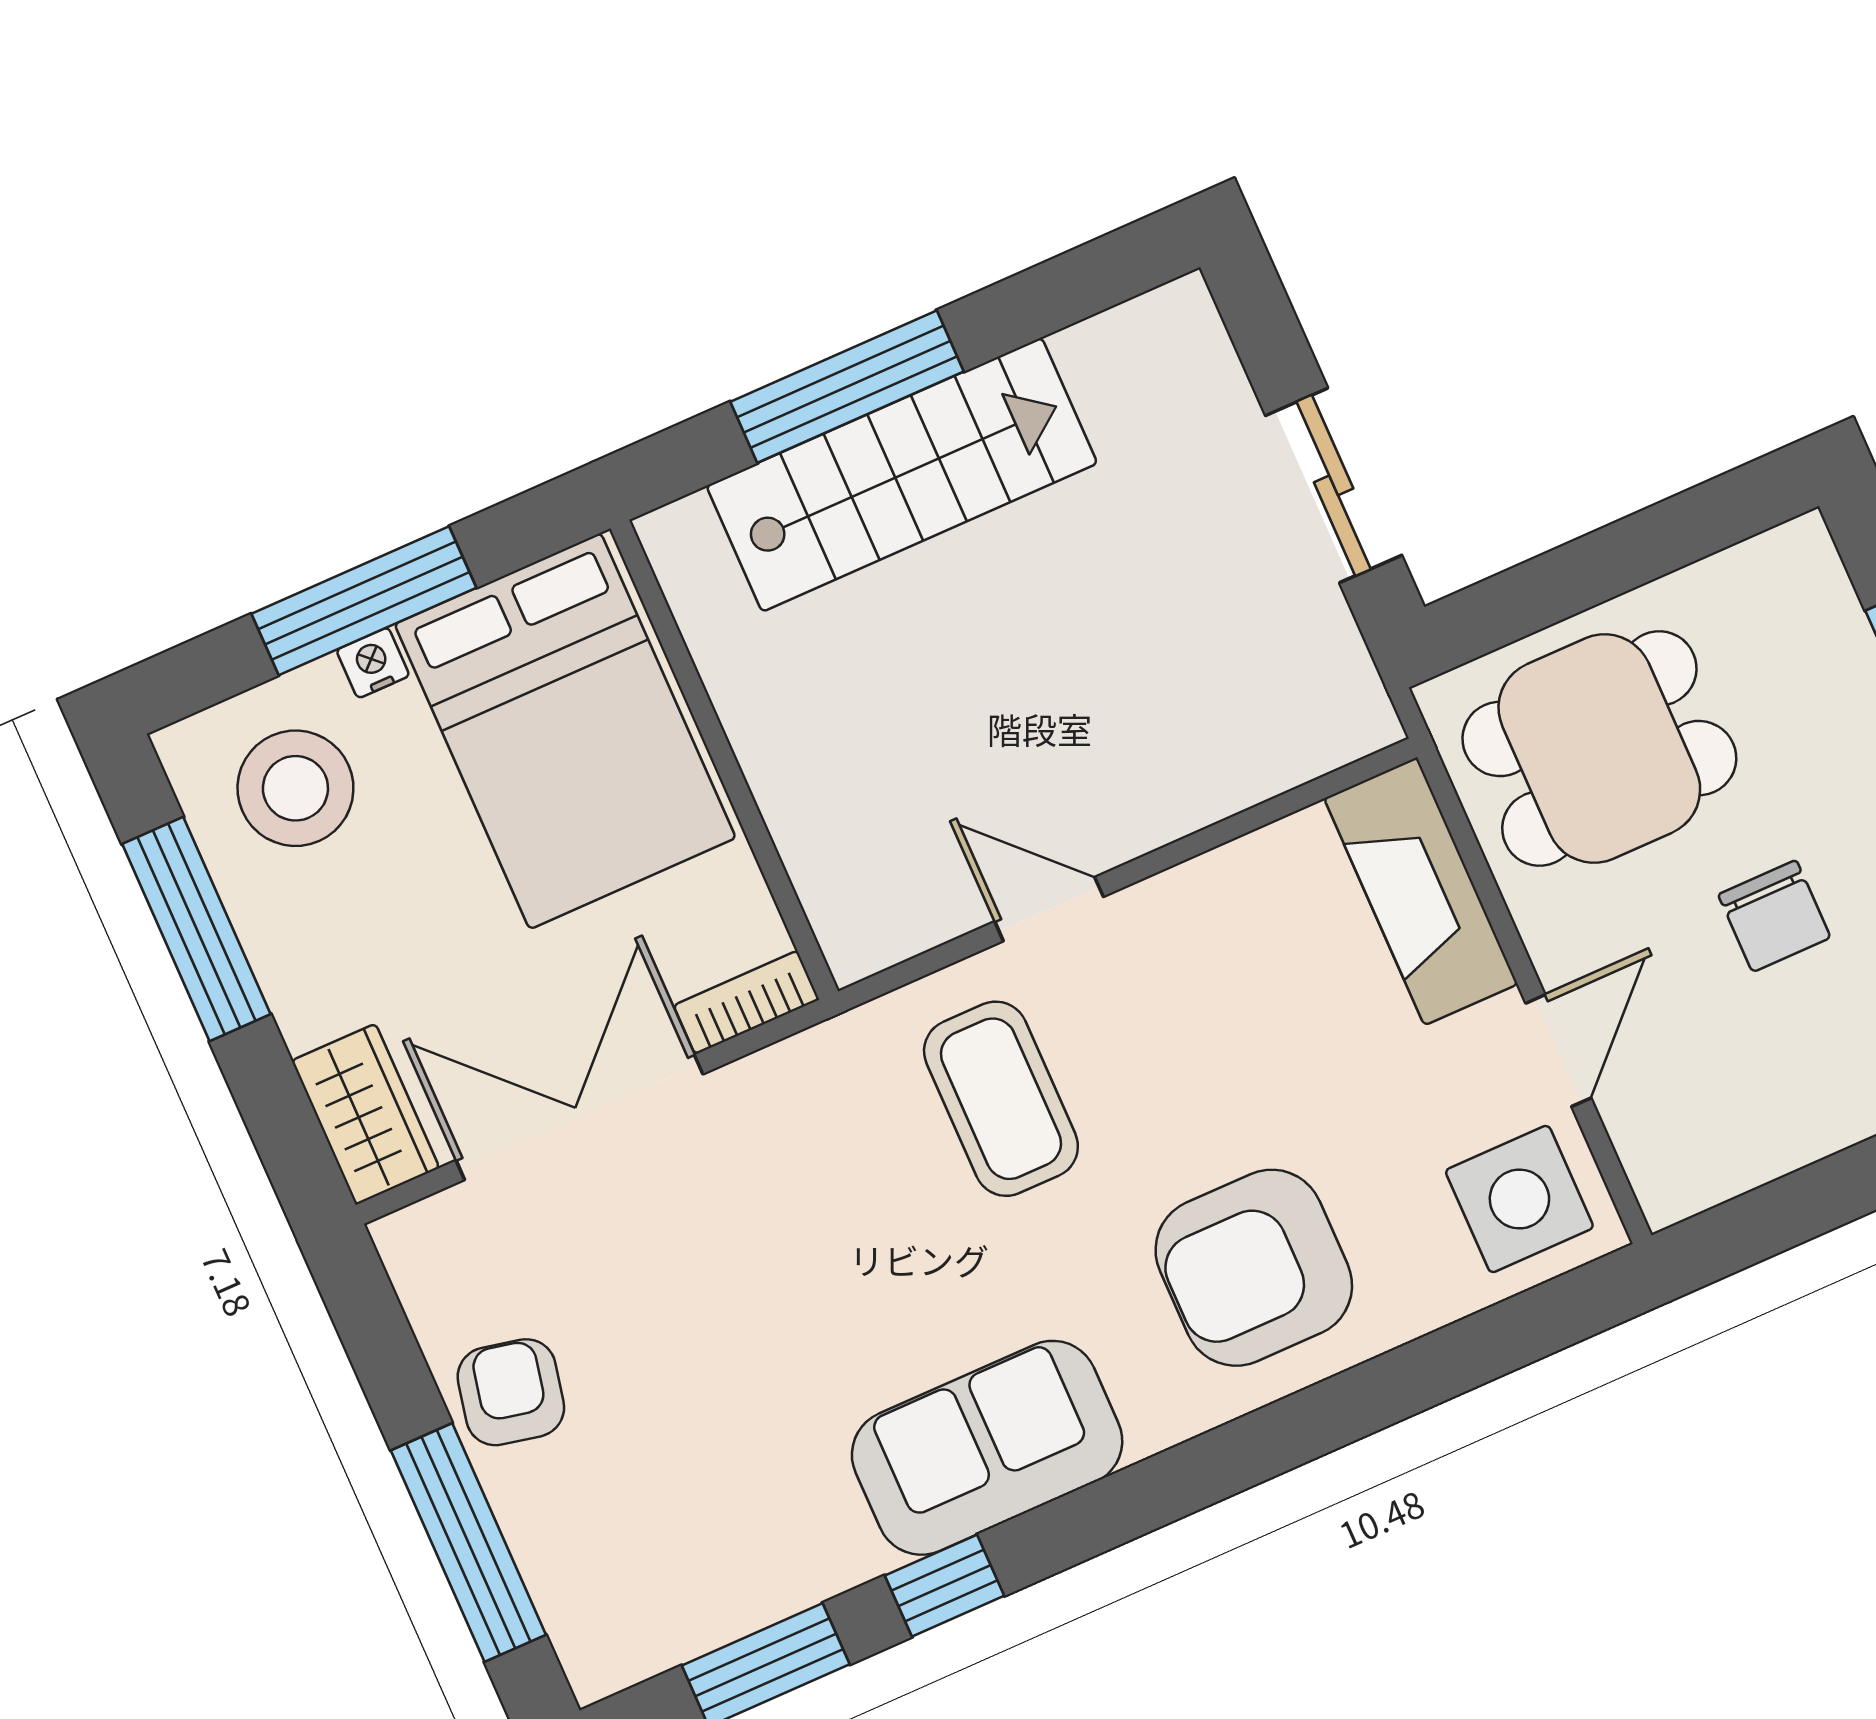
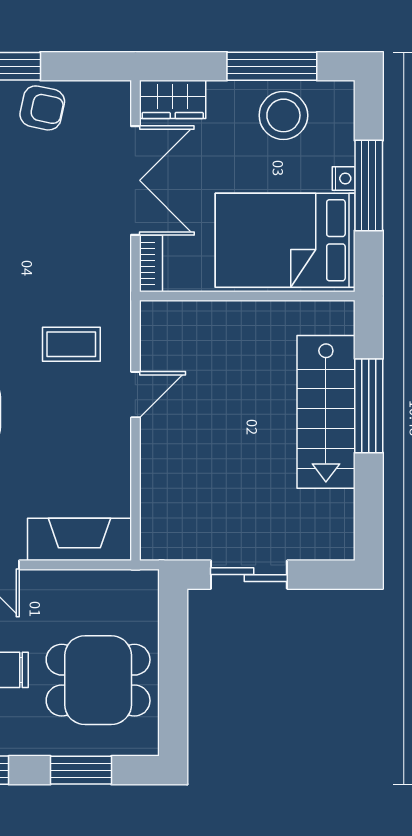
dining table: (1599, 749) -> (98, 680), moved, turned 90
stool: (295, 788) -> (283, 115), moved
coffee table: (1001, 1099) -> (71, 344), width x0.73, depth x0.77

